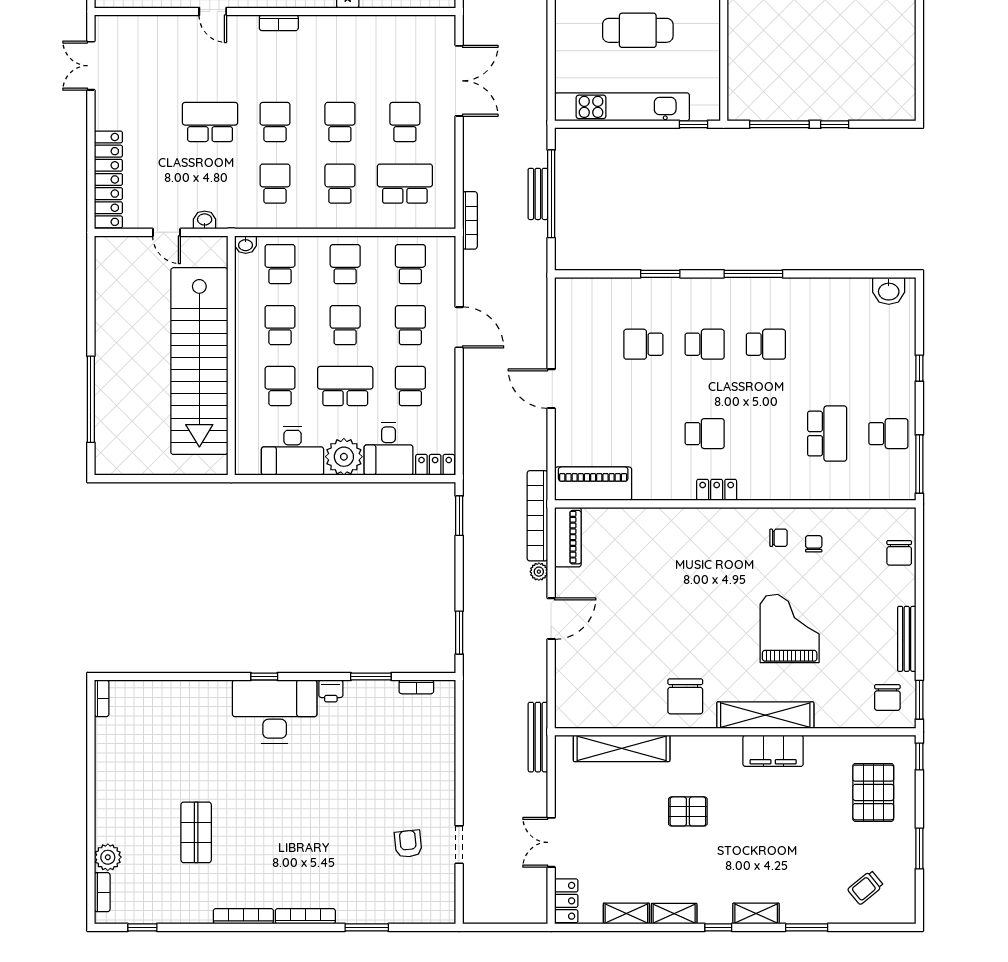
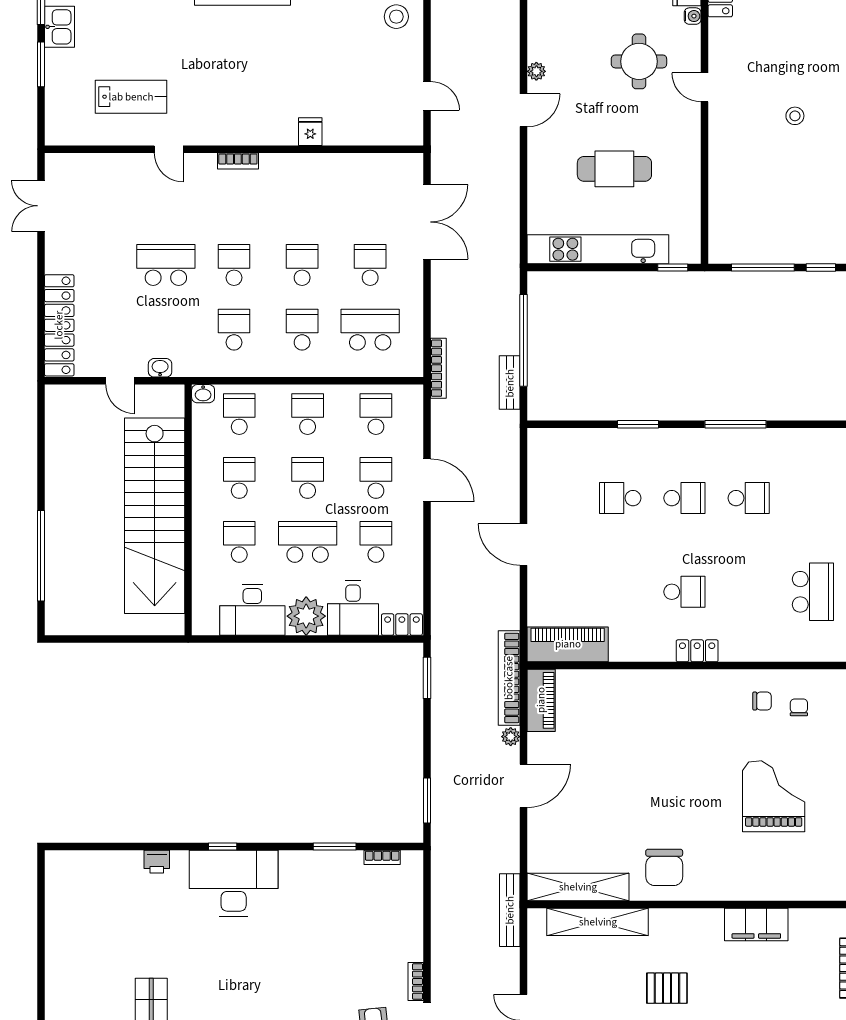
bench: (538, 194) -> (510, 383), moved
printer: (331, 691) -> (157, 862), moved
bookcase: (102, 698) -> (416, 982), moved, turned 180
shelving: (765, 715) -> (578, 887), moved

